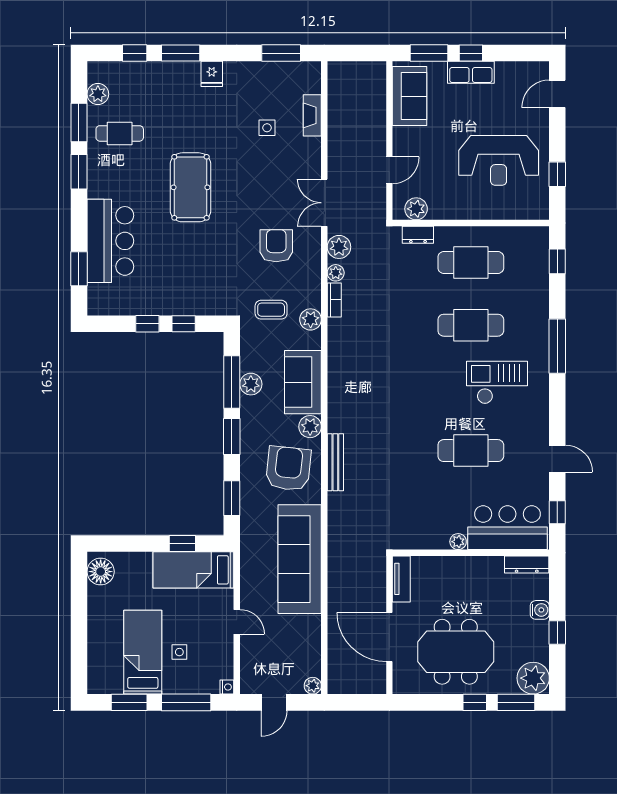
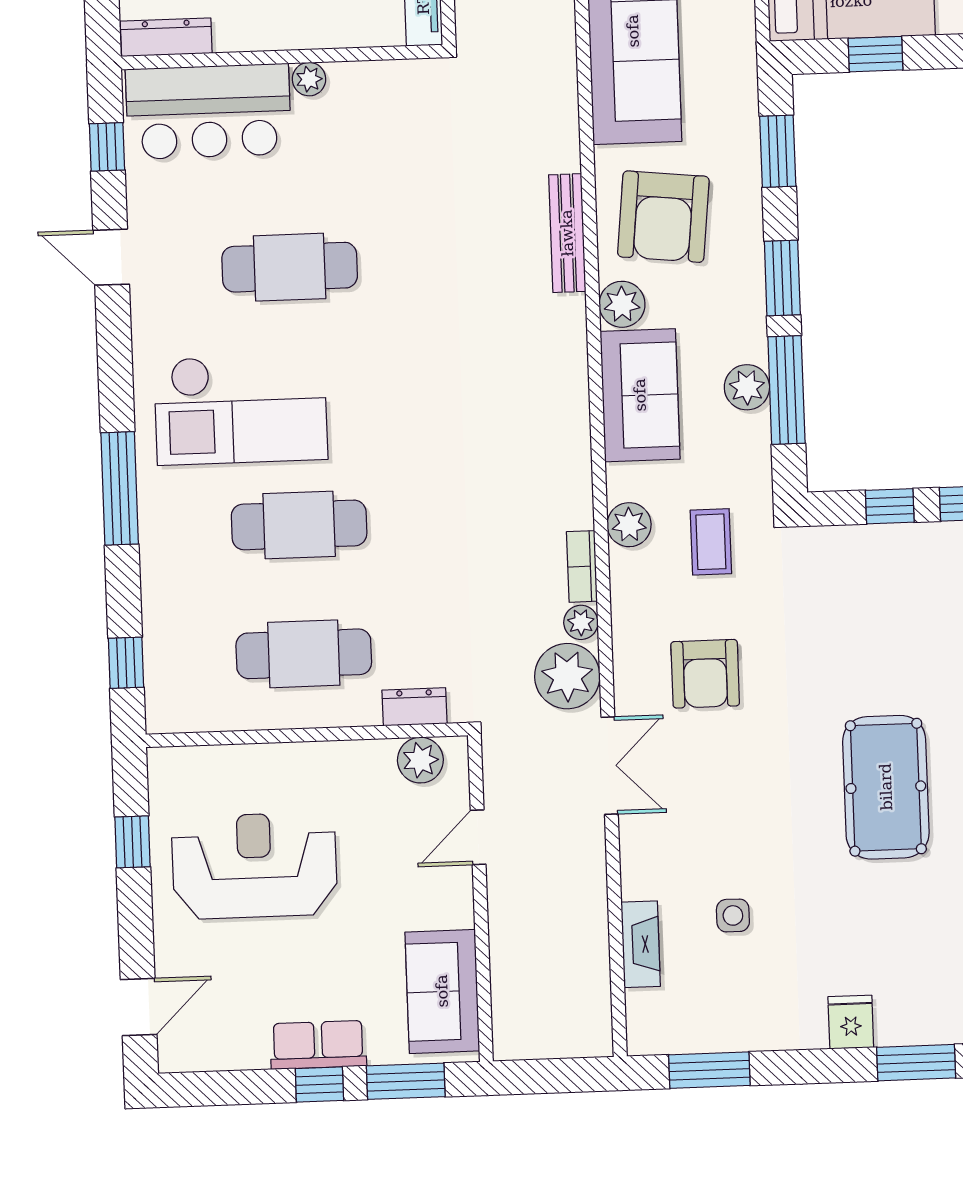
plant: (339, 247) -> (567, 676), width x1.36, depth x1.36
coffee table: (271, 310) -> (711, 542), turned 90
checkout: (497, 382) -> (241, 409), width x1.36, depth x1.21

